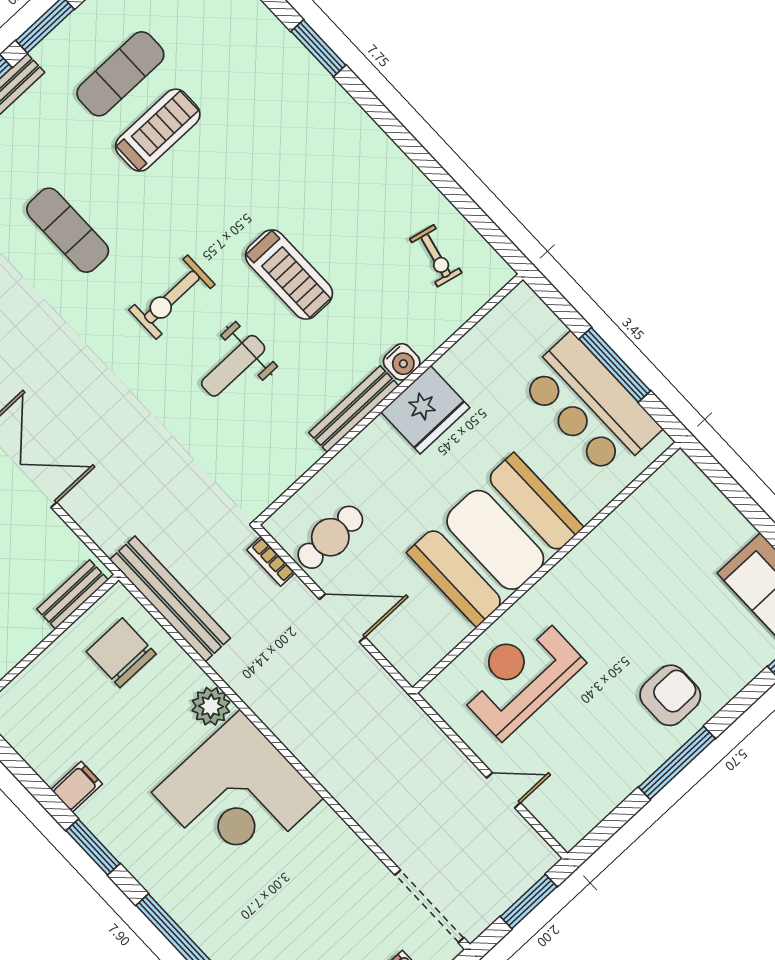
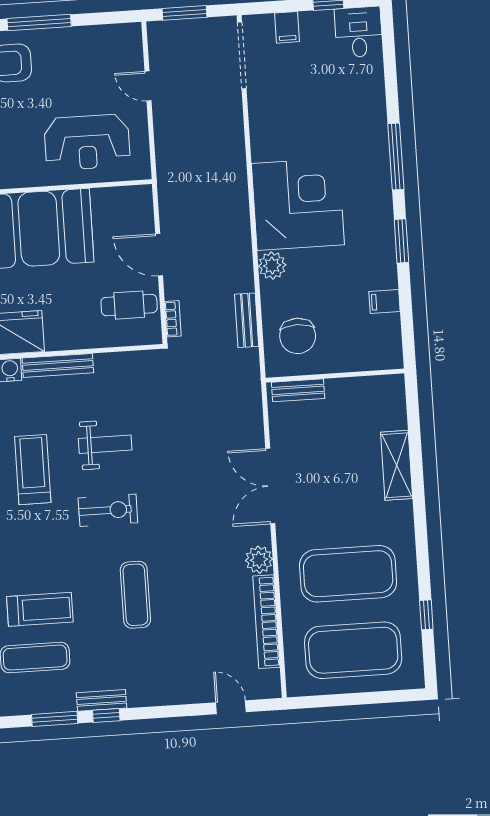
treadmill: (158, 130) -> (40, 609), turned 180
bench: (170, 599) -> (247, 320), width x0.54, depth x0.82
filing cabinet: (77, 787) -> (385, 302), moved

